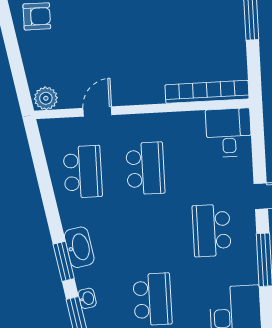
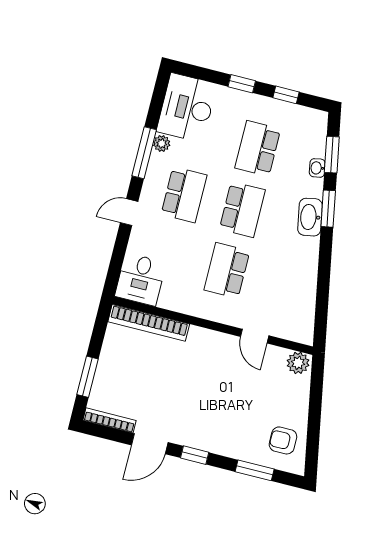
door: (97, 112) -> (255, 336), hinge flipped
school desk: (83, 172) -> (242, 209), moved, turned 180
plant: (250, 275) -> (162, 143), added

